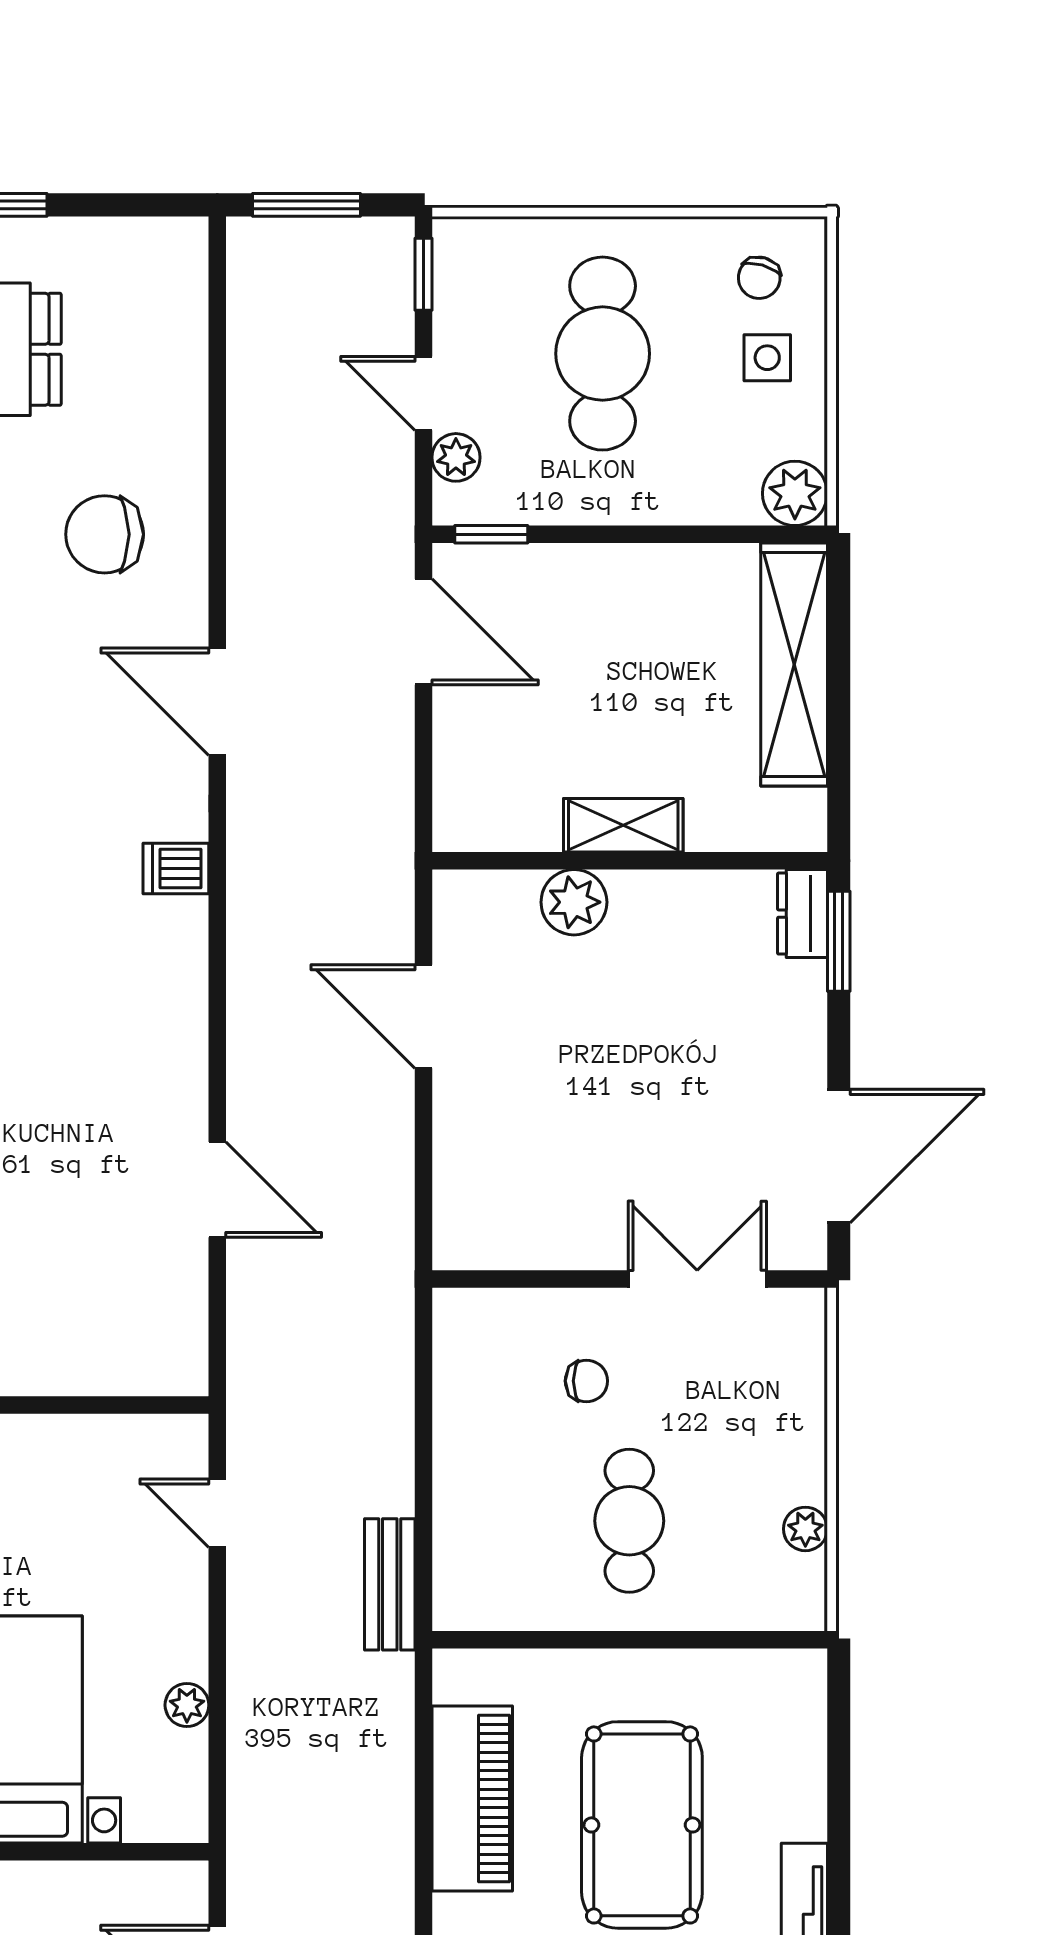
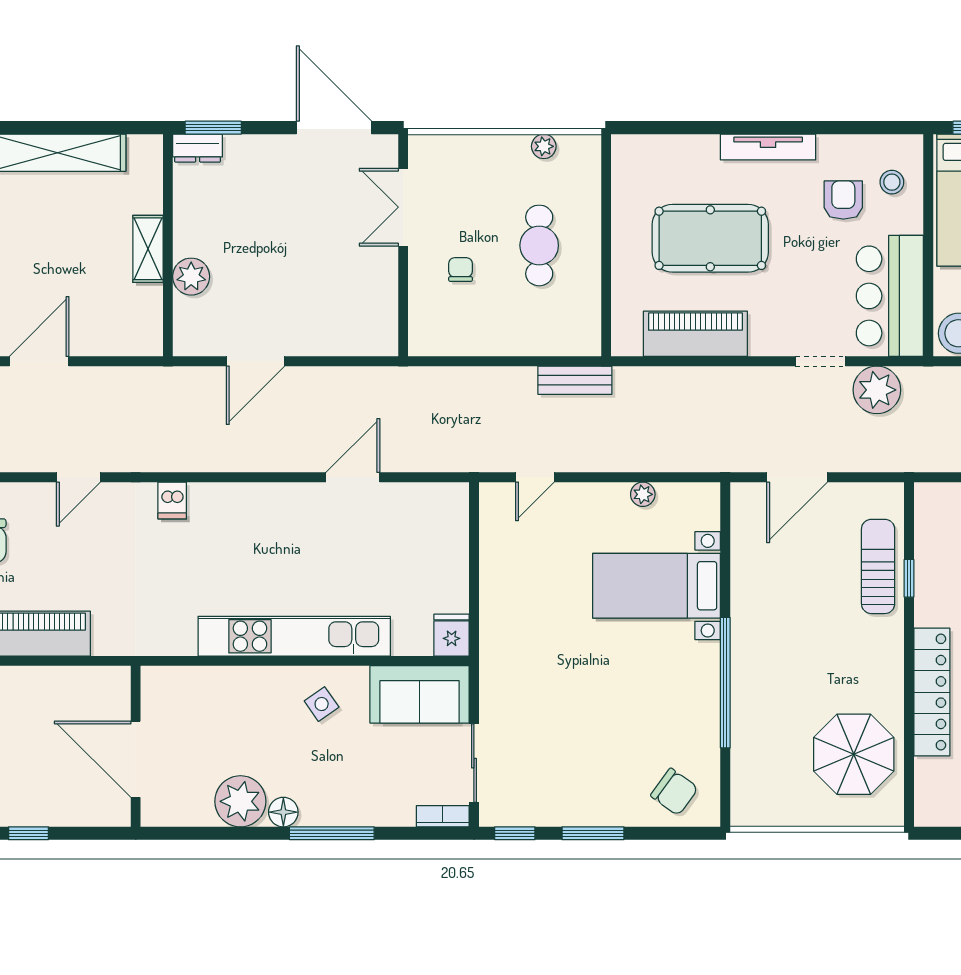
door: (217, 702) -> (78, 477), width x0.73
cafe table: (629, 1521) -> (539, 245), turned 90

